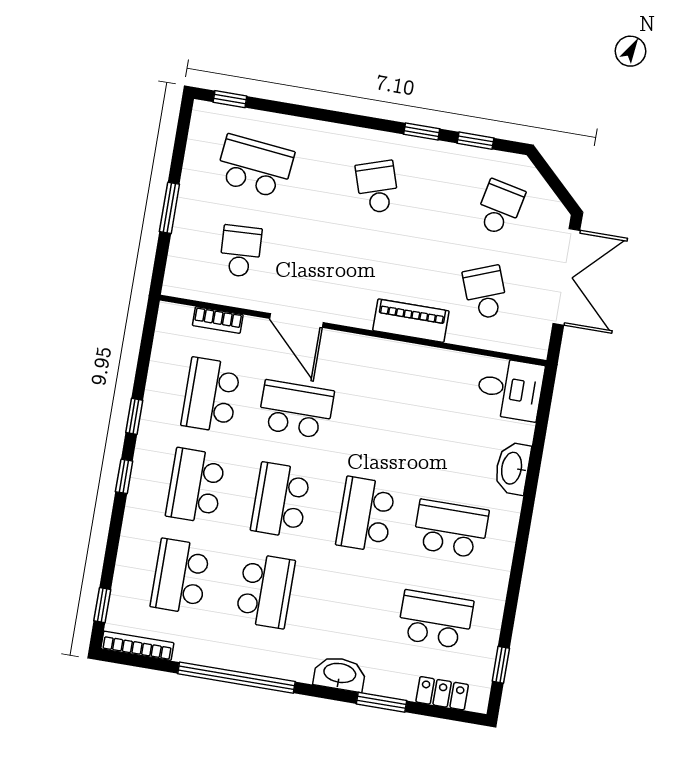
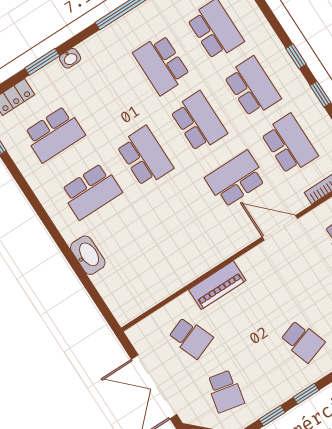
desk: (510, 389) -> (129, 297), removed
school desk: (296, 409) -> (236, 179), turned 180
washbasin: (340, 674) -> (70, 58), width x0.52, depth x0.69

